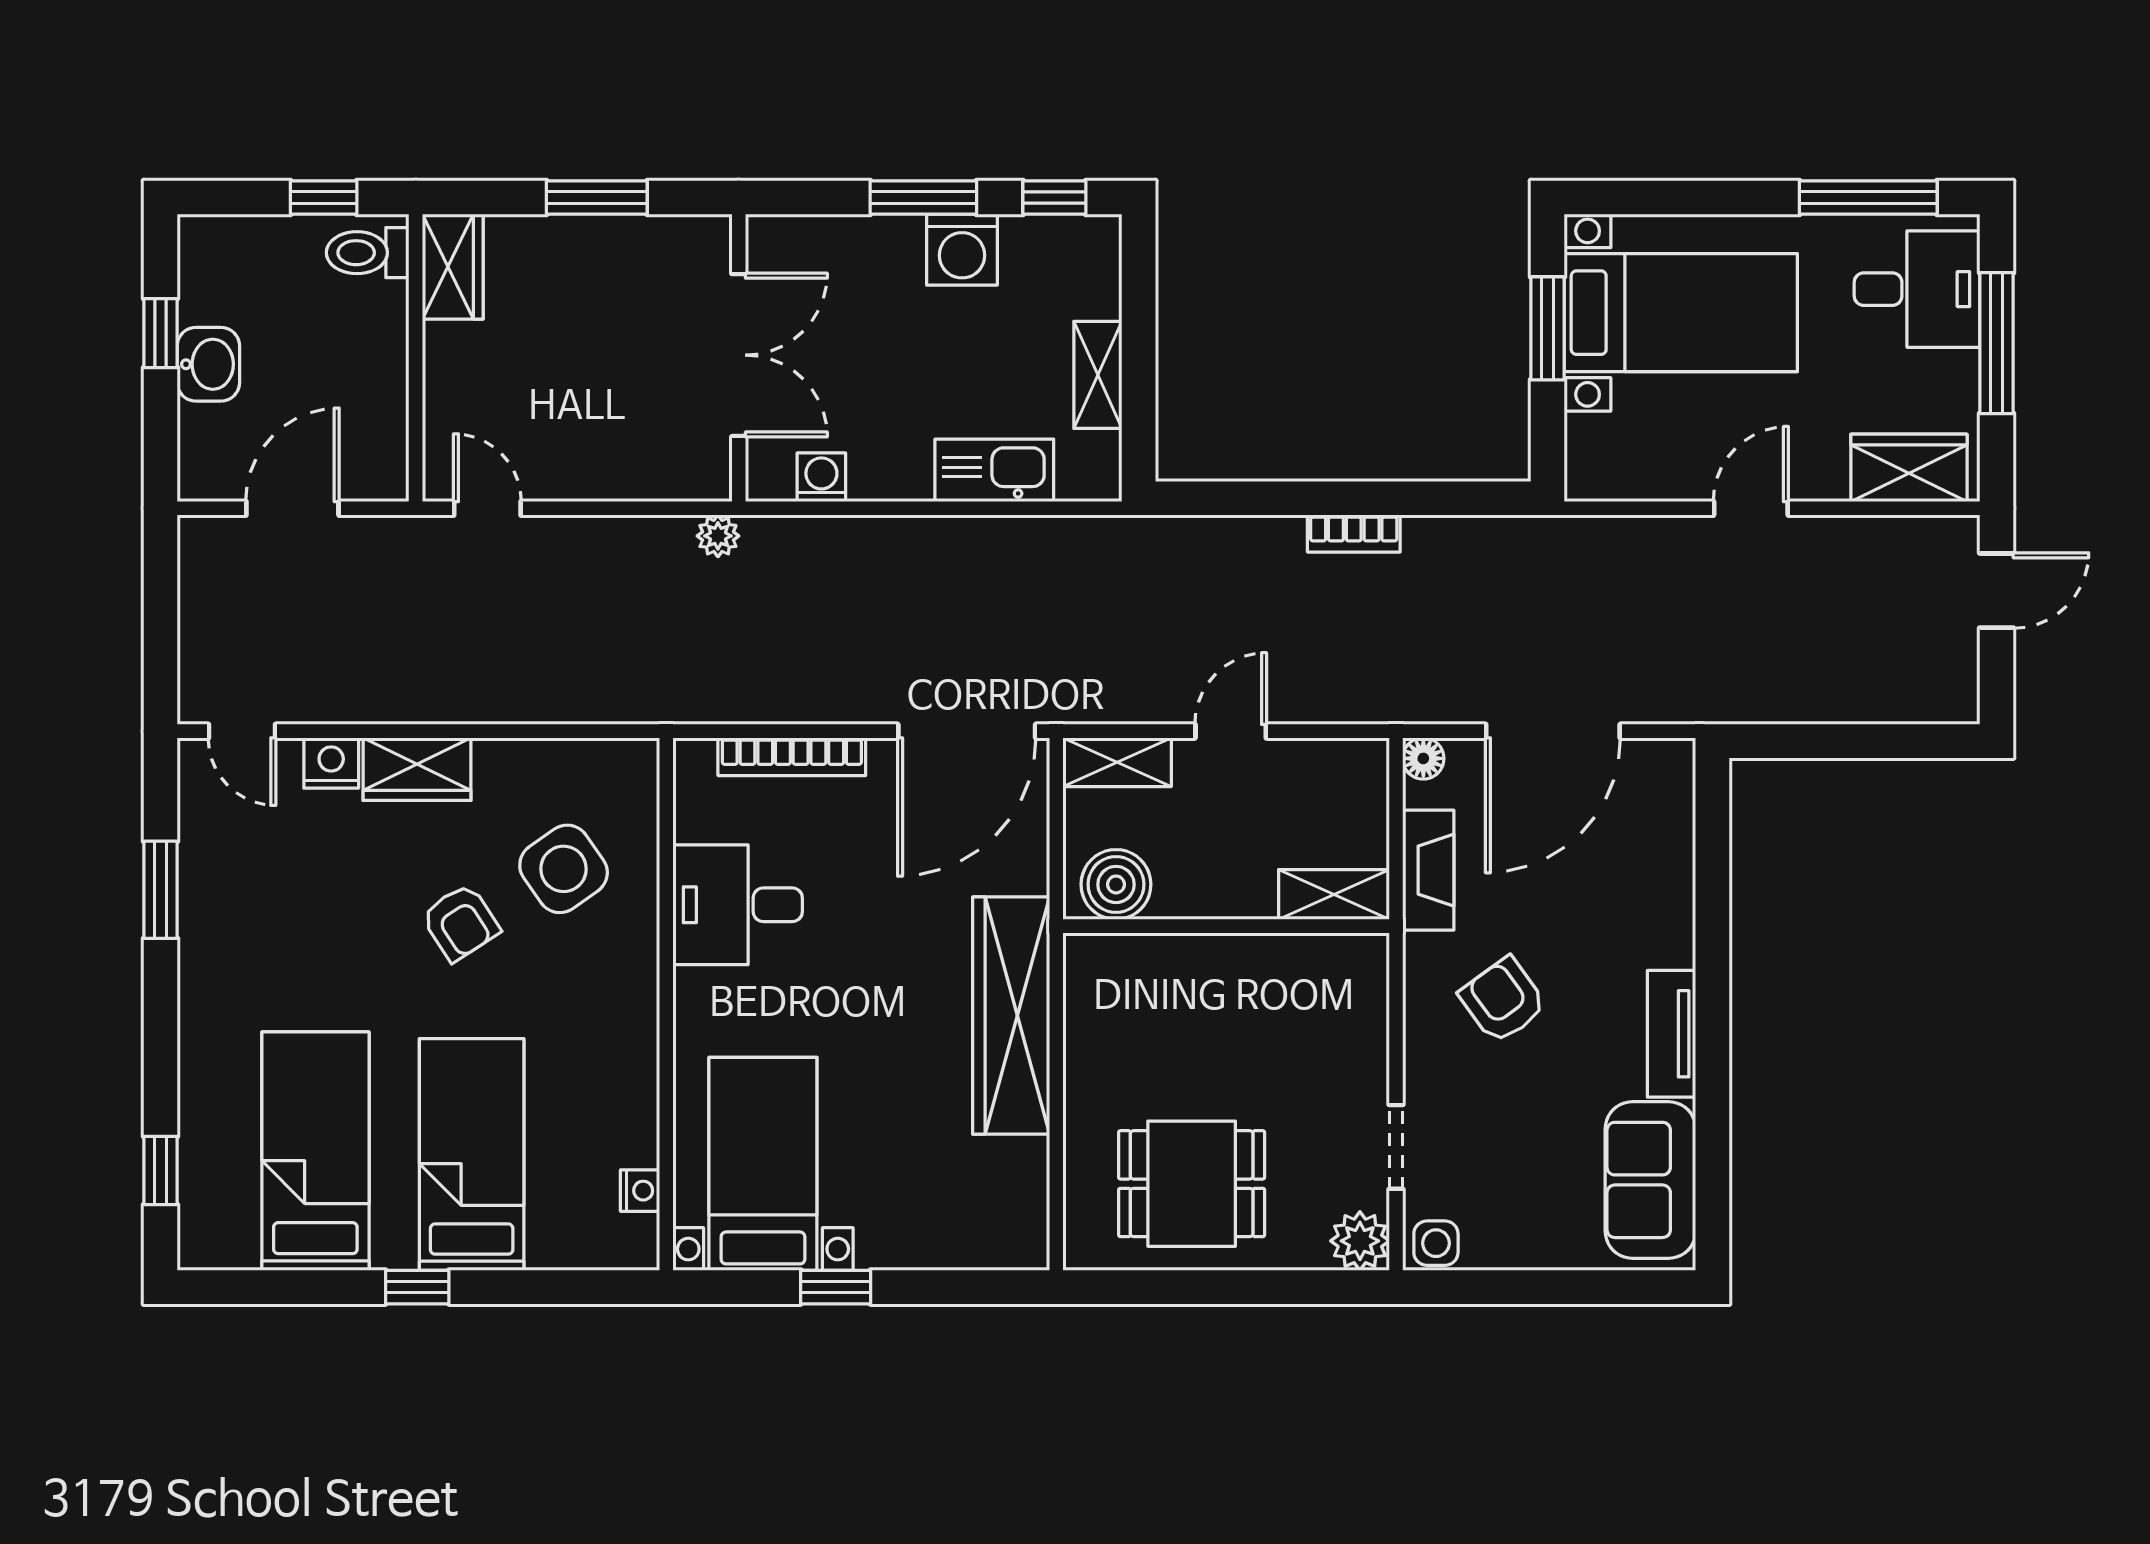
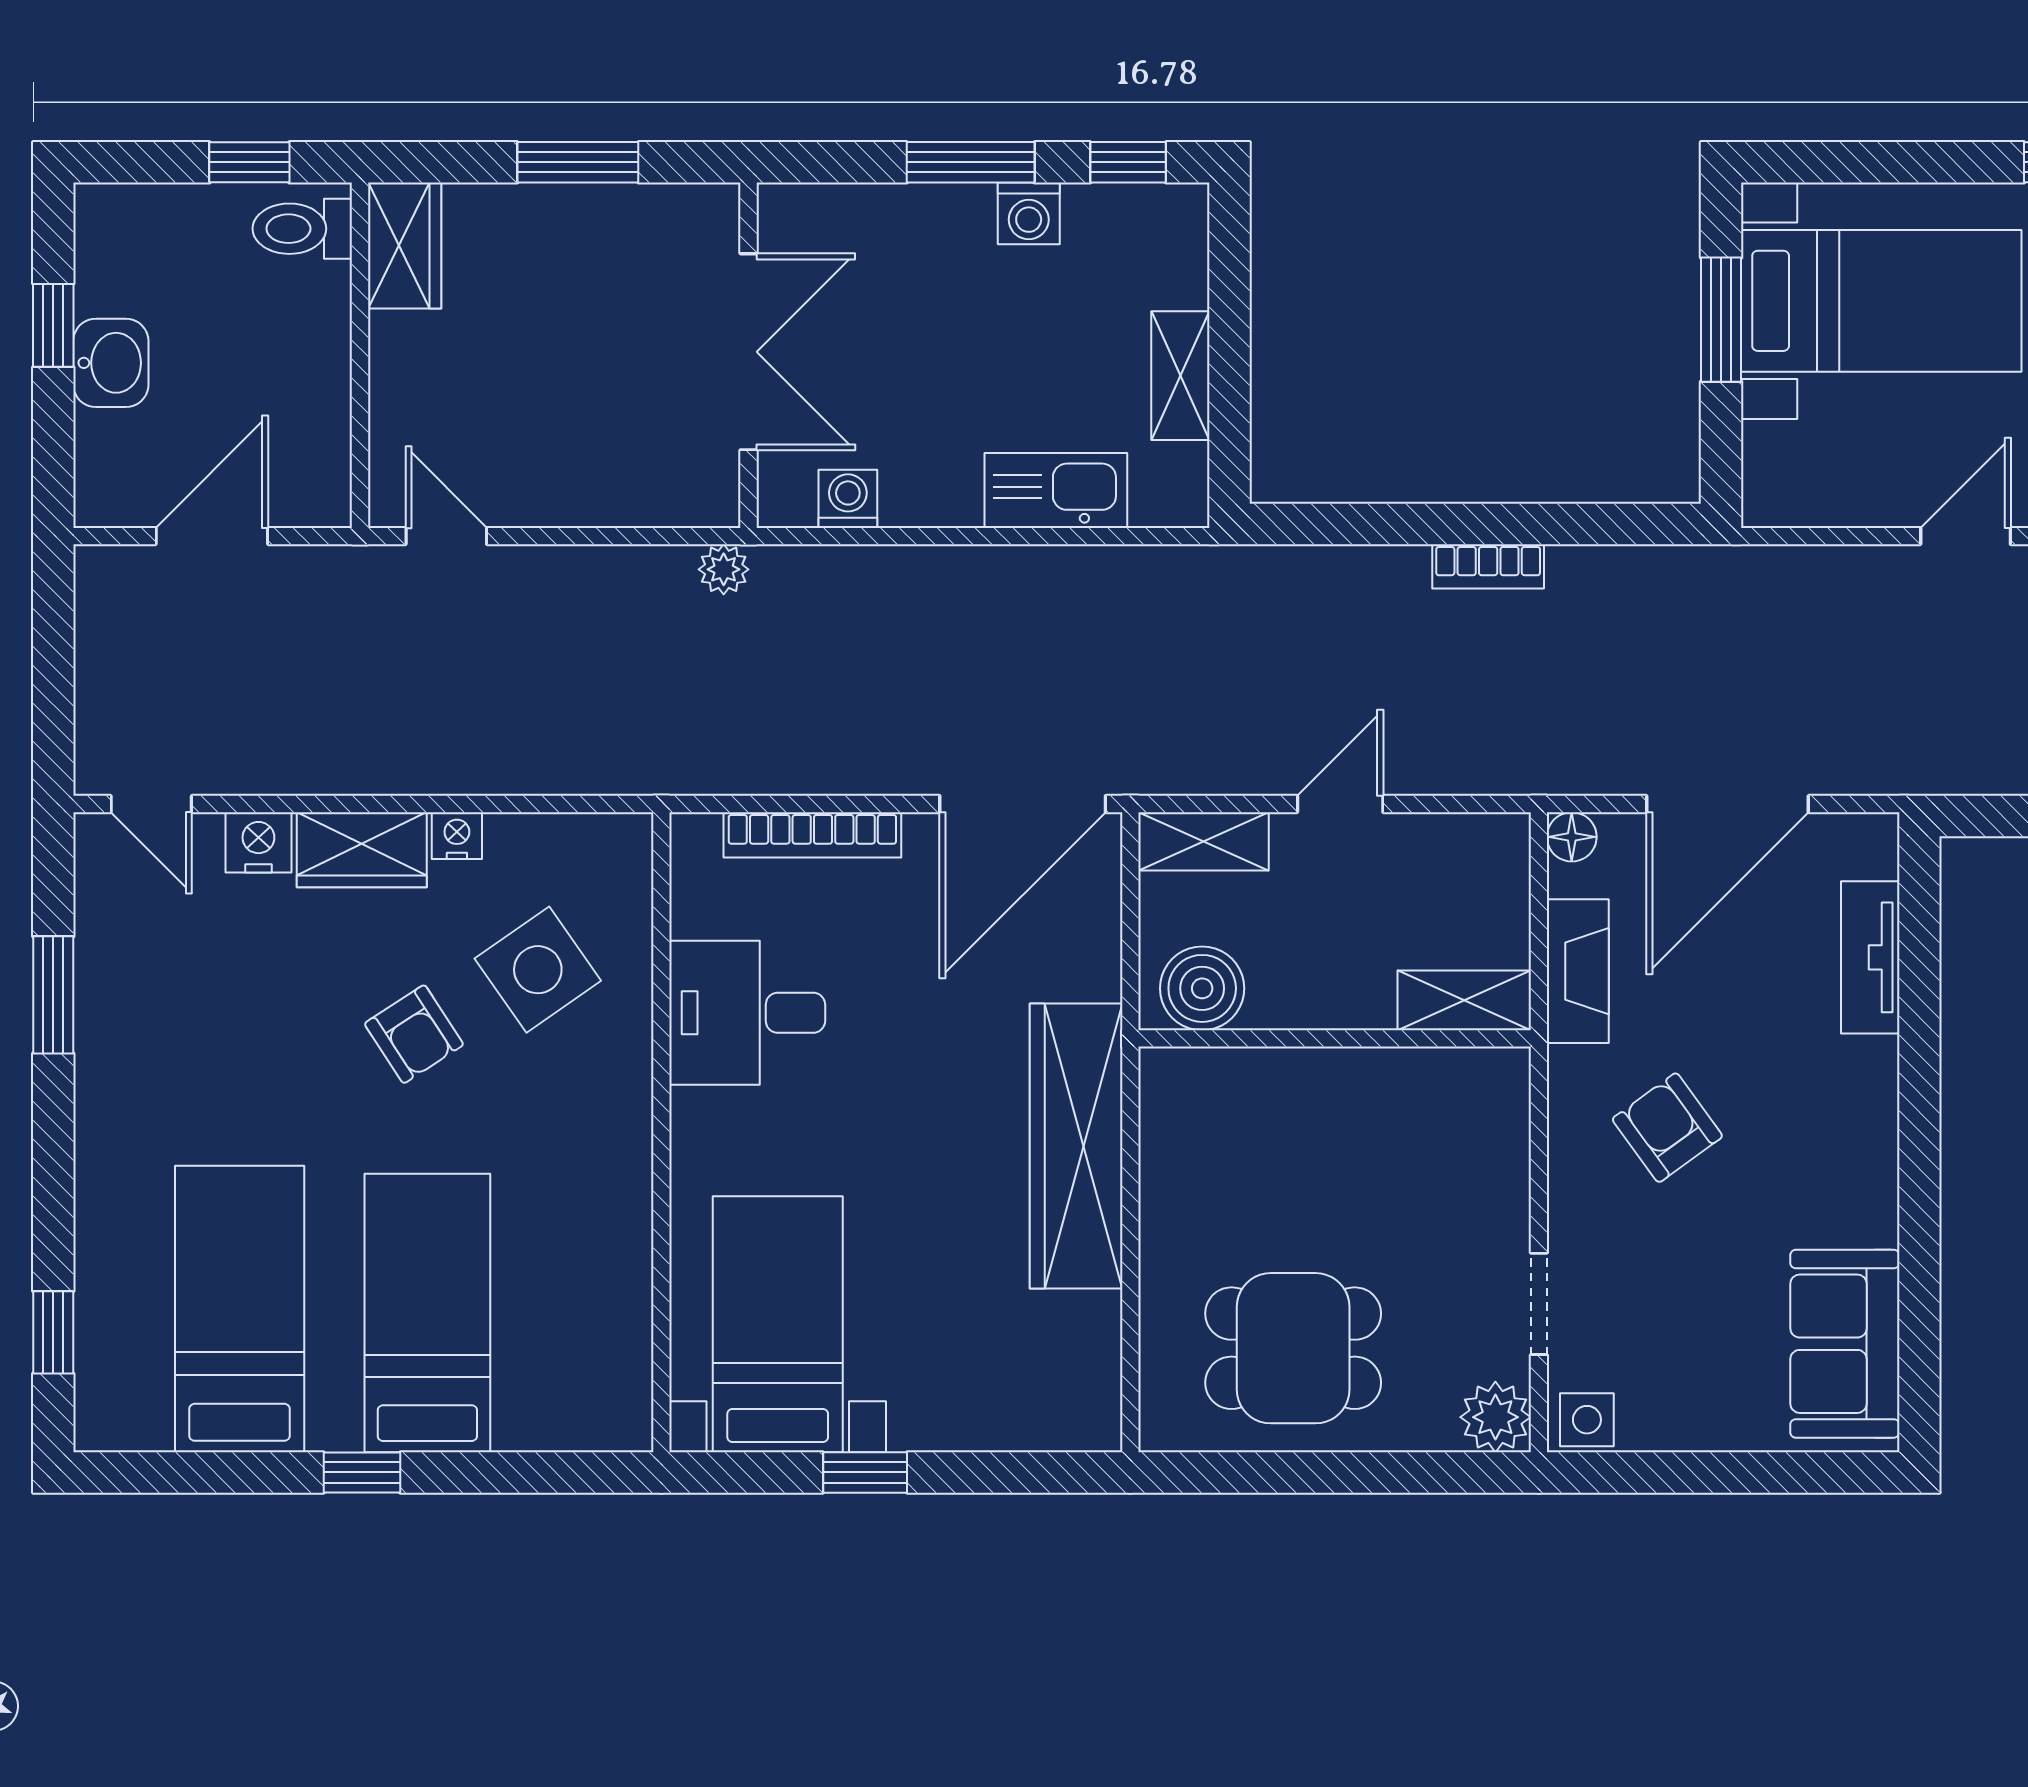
washing machine: (962, 250) -> (1029, 213), width x0.73, depth x0.73
tv unit: (1672, 1034) -> (1870, 957), moved
nightstand: (640, 1191) -> (457, 836), moved, turned -90

